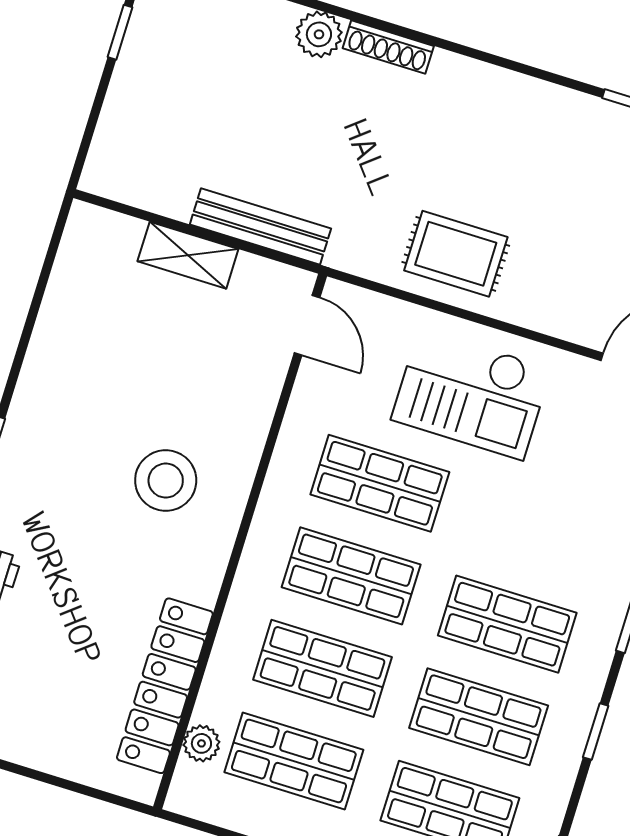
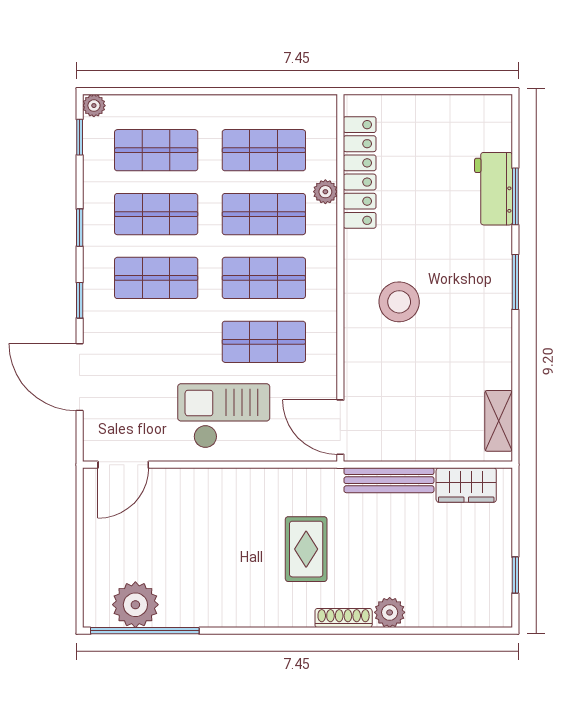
wardrobe: (151, 185) -> (466, 485), added
rug: (456, 254) -> (306, 549), moved, turned 90
shelving: (188, 255) -> (499, 421), moved, turned 90
door: (307, 325) -> (340, 427), width x1.38
plant: (201, 743) -> (325, 192), moved

